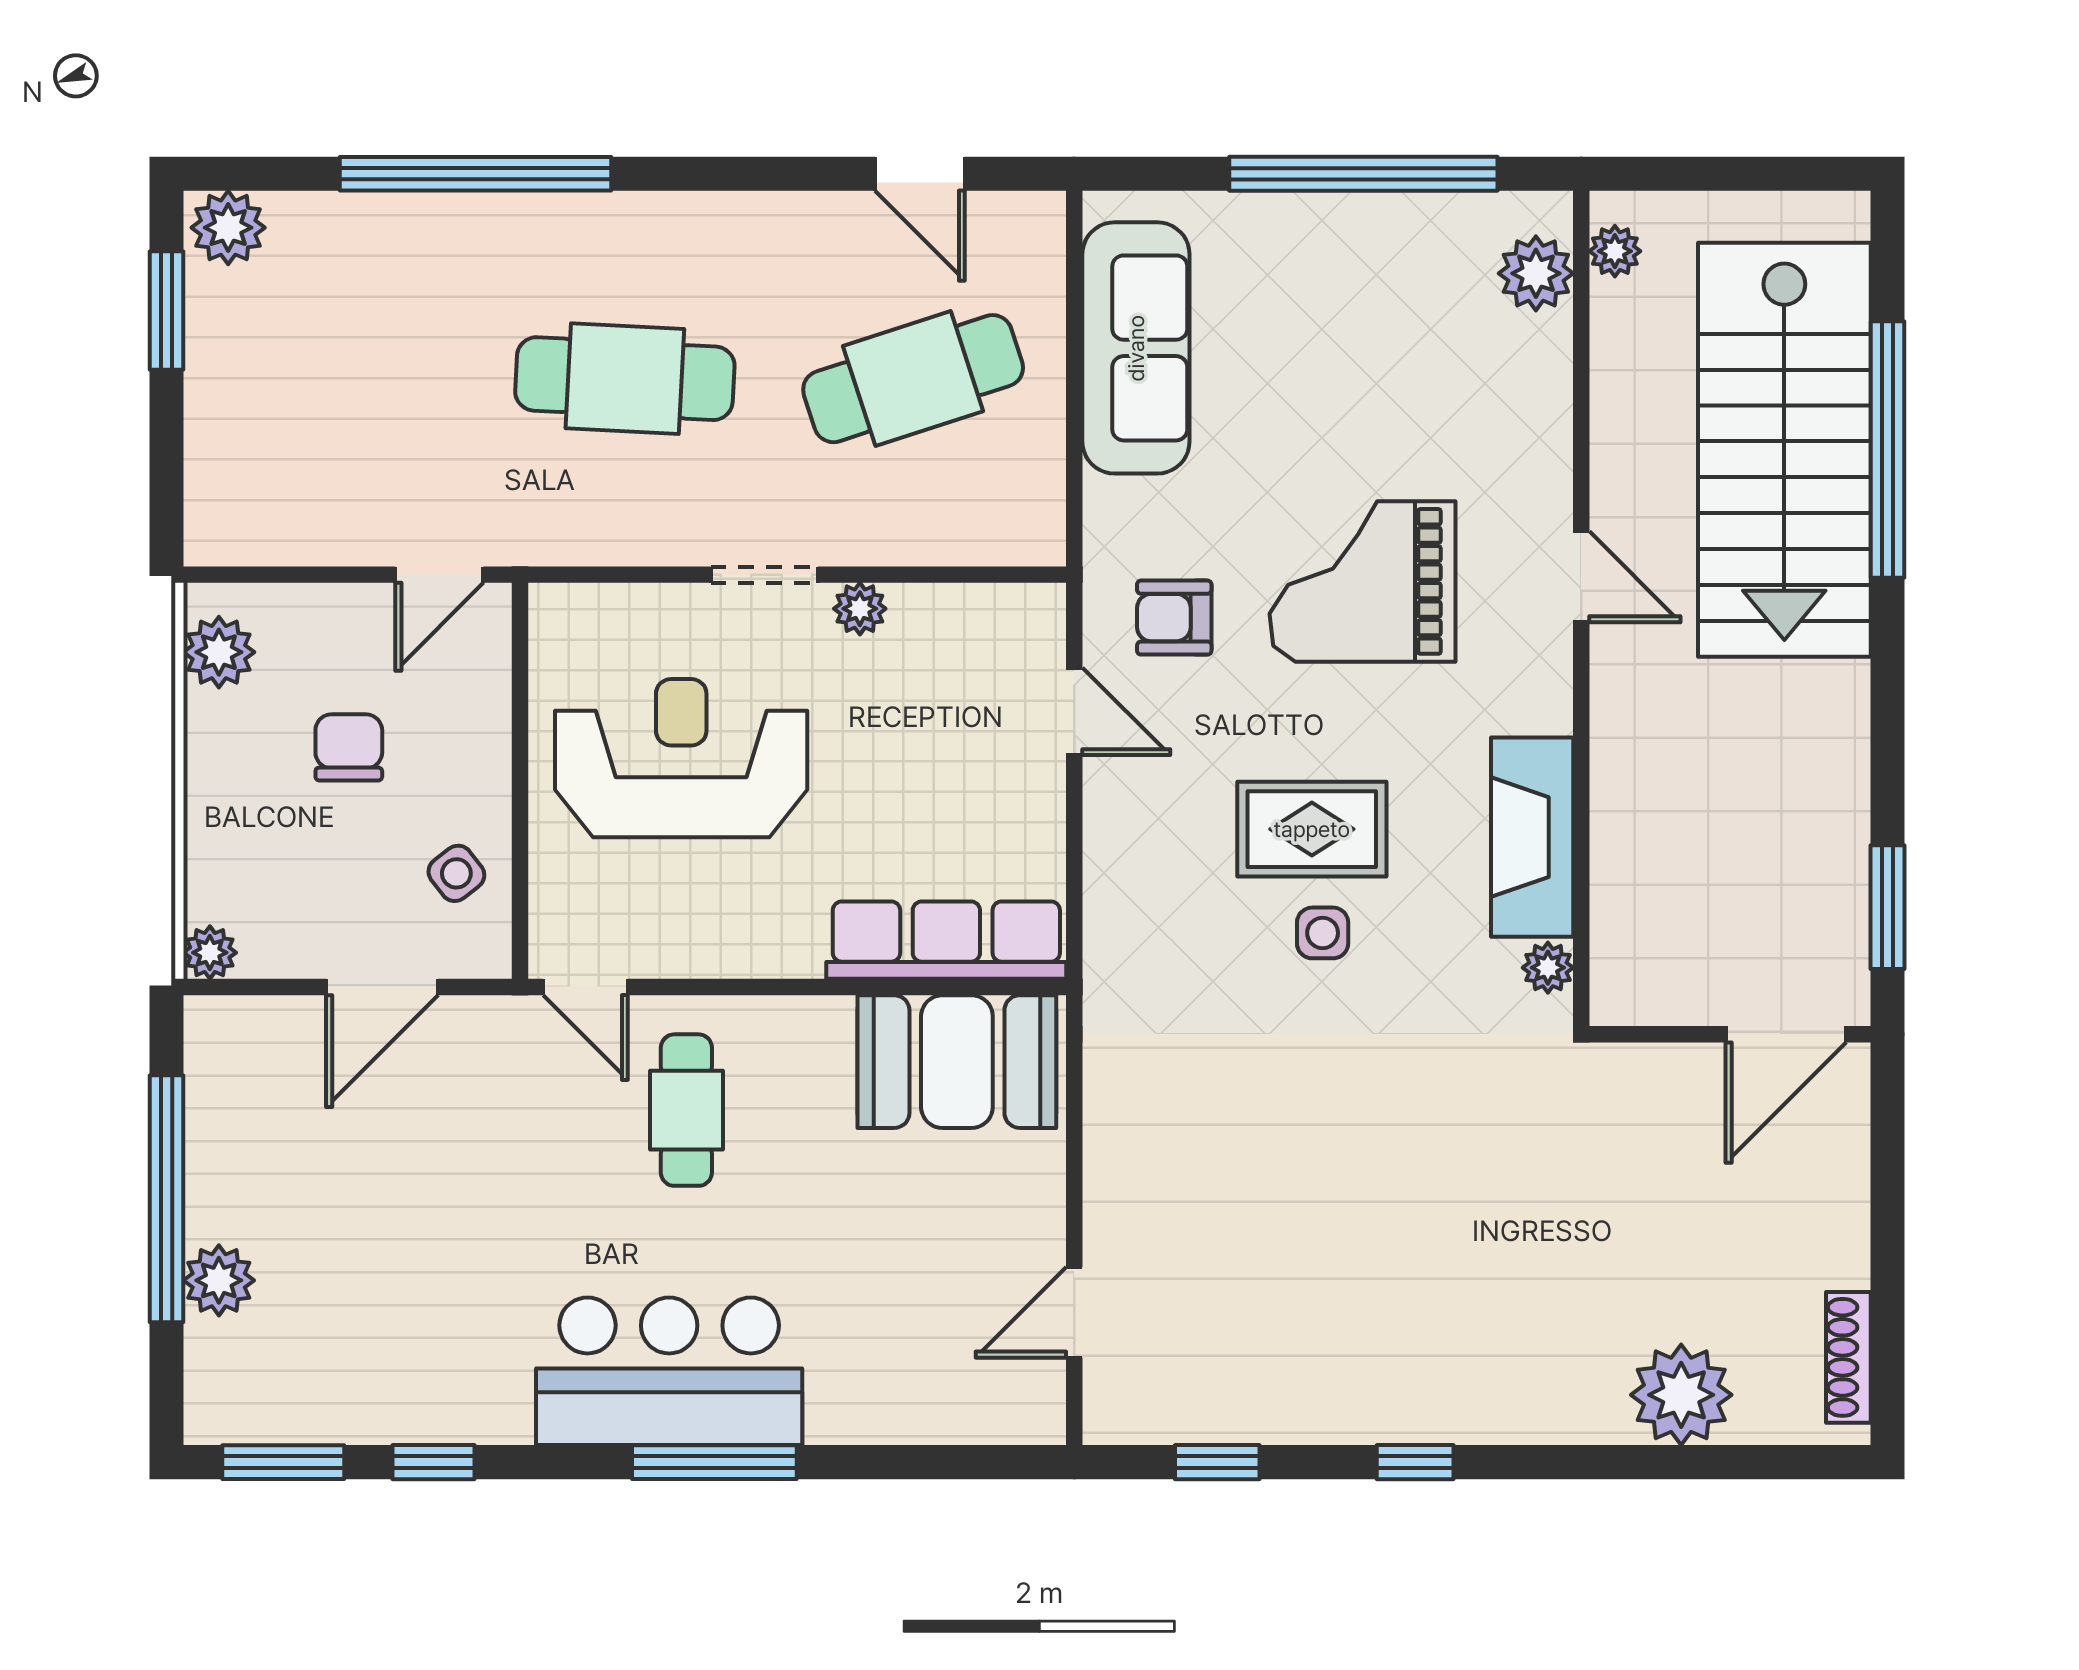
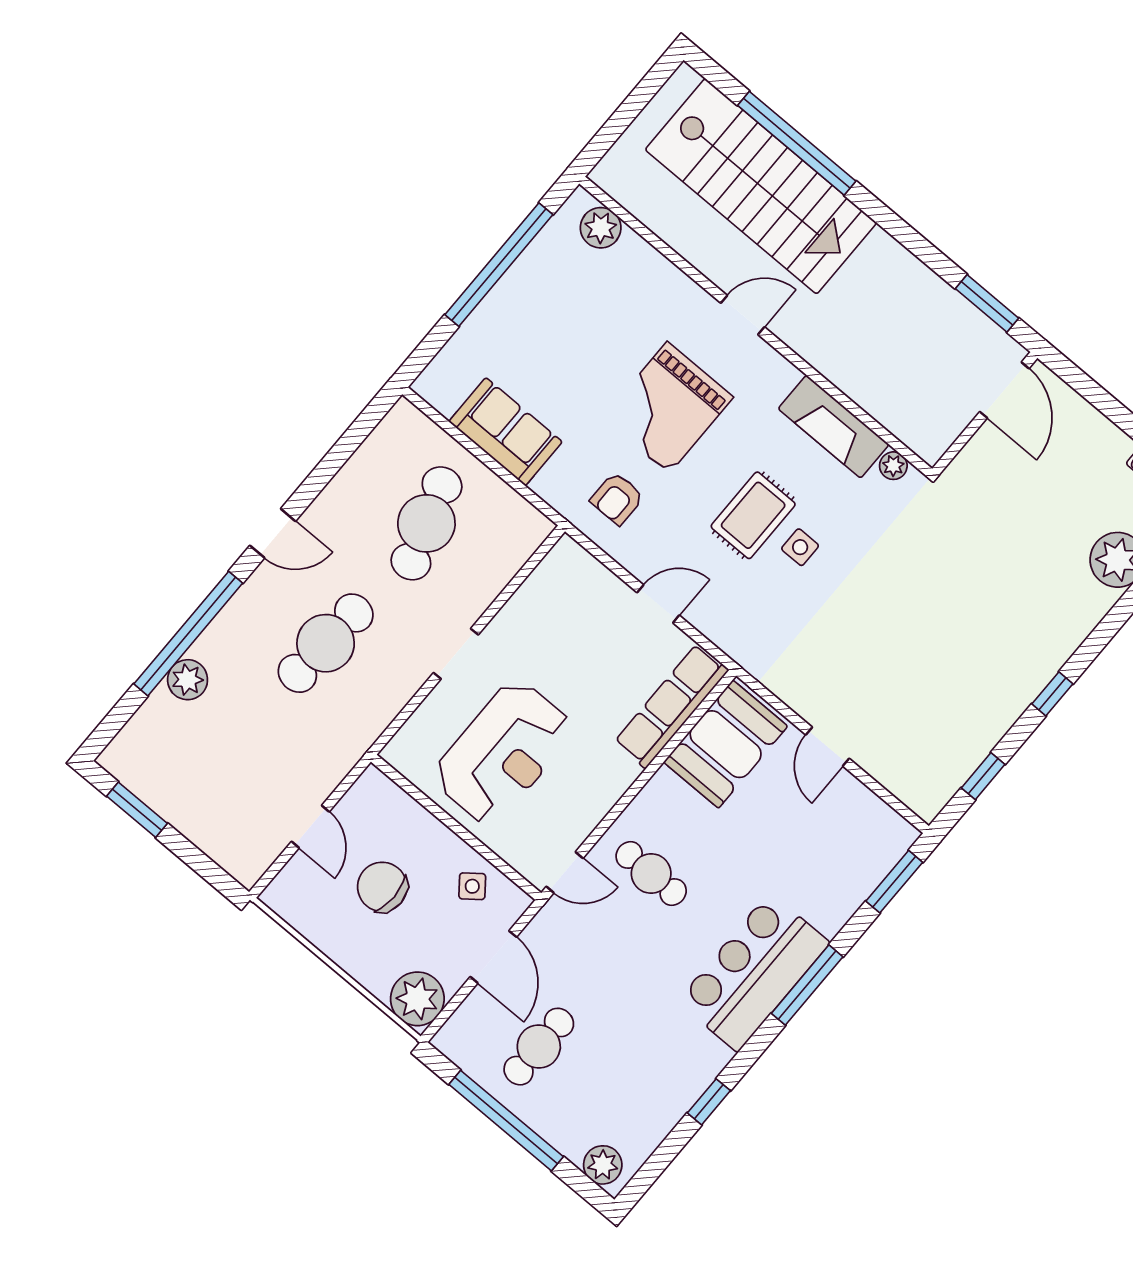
door: (920, 174) -> (273, 533), moved
plant: (228, 228) -> (188, 680), moved
plant: (1615, 251) -> (619, 187), removed
sofa: (1136, 348) -> (506, 432), width x0.73
door: (439, 575) -> (310, 827), moved
plant: (860, 609) -> (503, 626), removed
plant: (219, 652) -> (297, 908), removed
door: (1074, 711) -> (658, 604), moved
chair: (349, 747) -> (382, 887), width x1.37, depth x1.37
reception desk: (681, 758) -> (503, 753), turned 180
plant: (210, 953) -> (417, 999), width x1.87, depth x1.87
cafe table: (310, 1157) -> (539, 1047), added
plant: (219, 1280) -> (603, 1165), moved
door: (1074, 1312) -> (828, 747), moved
window: (283, 1462) -> (894, 882), moved

